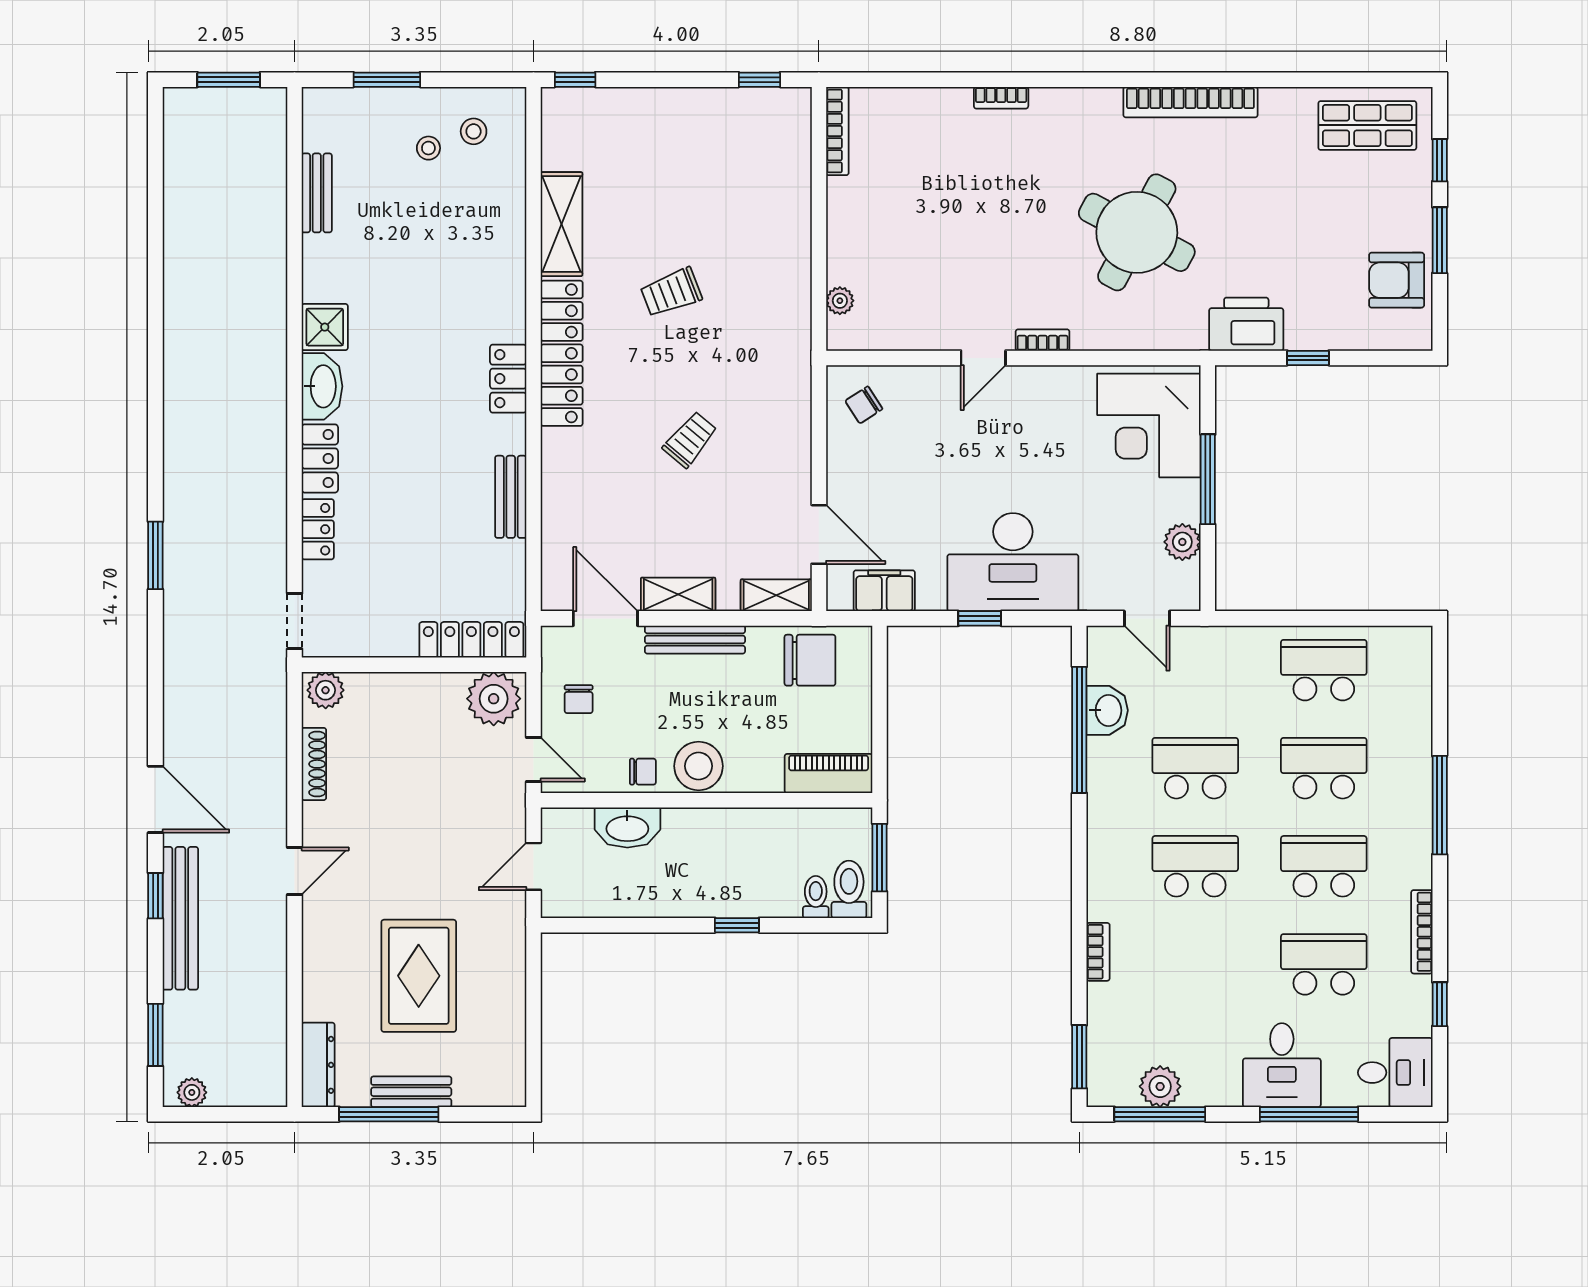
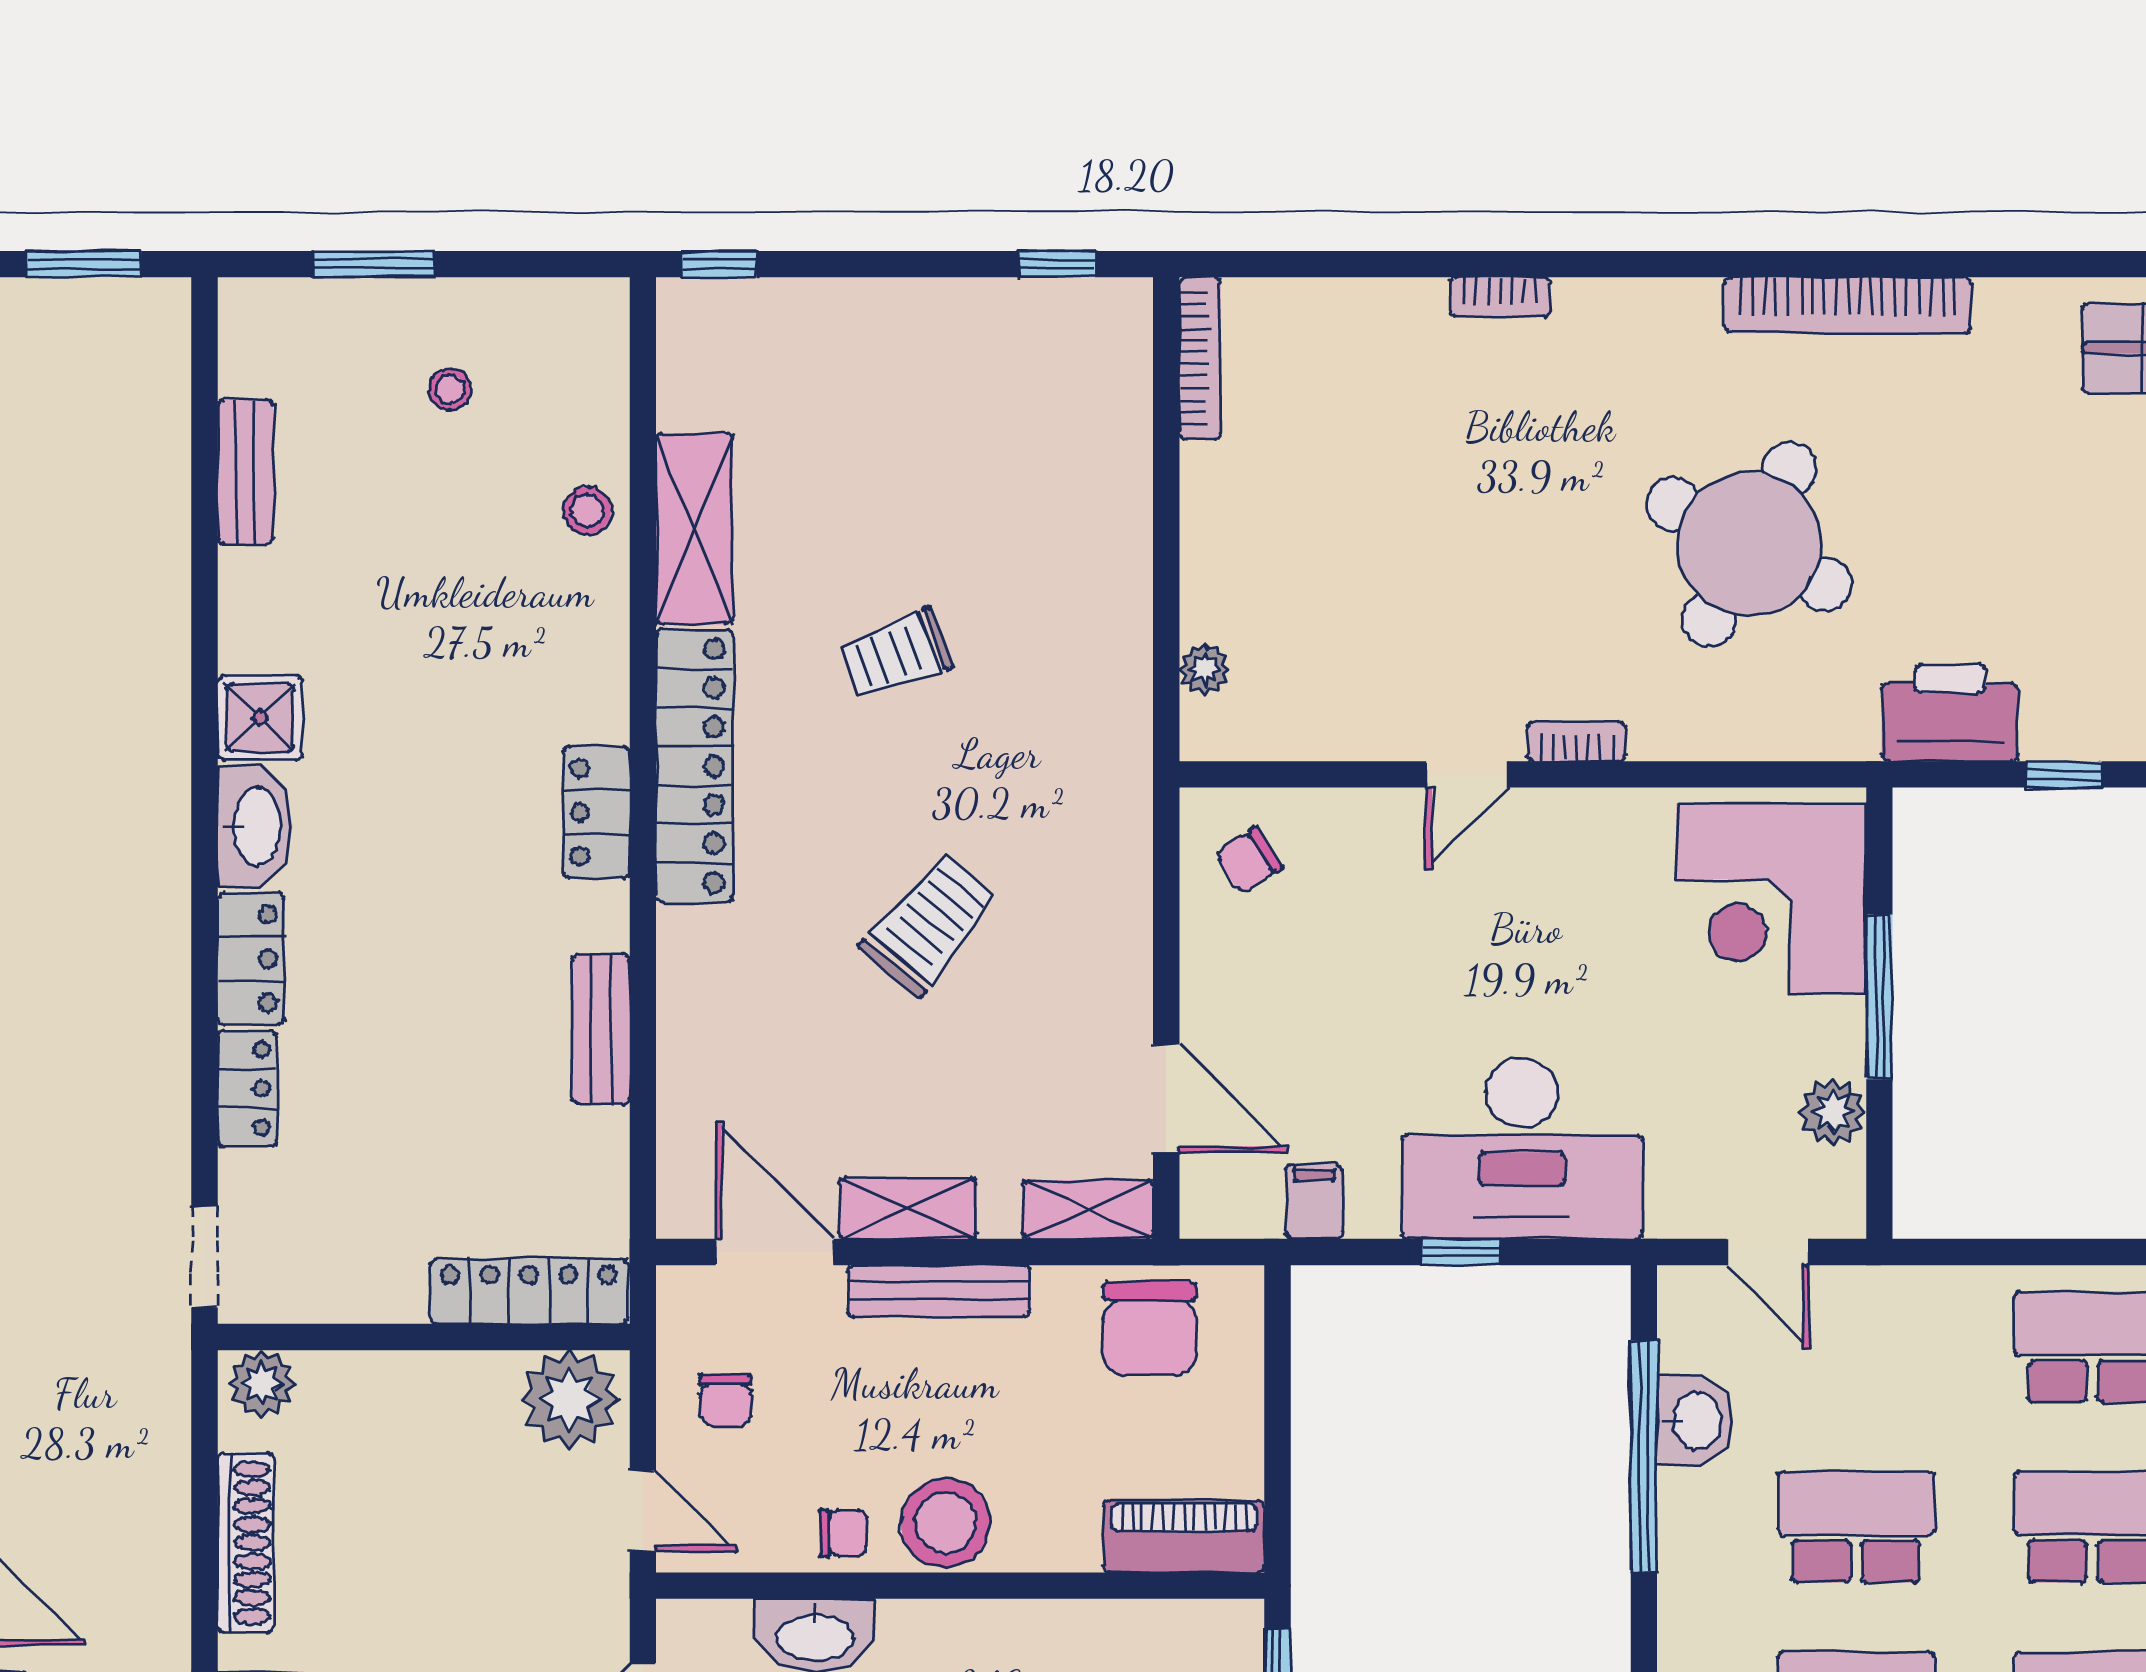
stool: (474, 131) -> (587, 510), moved
trolley: (690, 439) -> (930, 924), width x1.36, depth x1.39
filing cabinet: (884, 591) -> (1314, 1201), width x0.50
chair: (810, 660) -> (1150, 1329), turned 90
shoe rack: (314, 764) -> (245, 1543), width x1.36, depth x1.24

